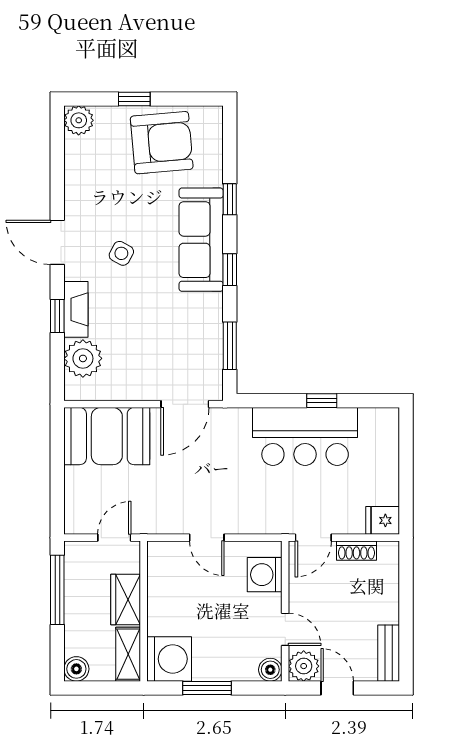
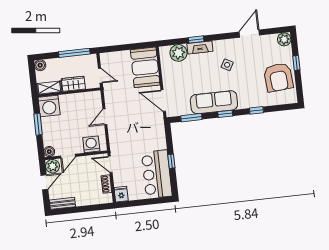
sofa: (201, 240) -> (214, 102), moved
door: (57, 242) -> (249, 34), moved
bar counter: (305, 436) -> (157, 174), moved

